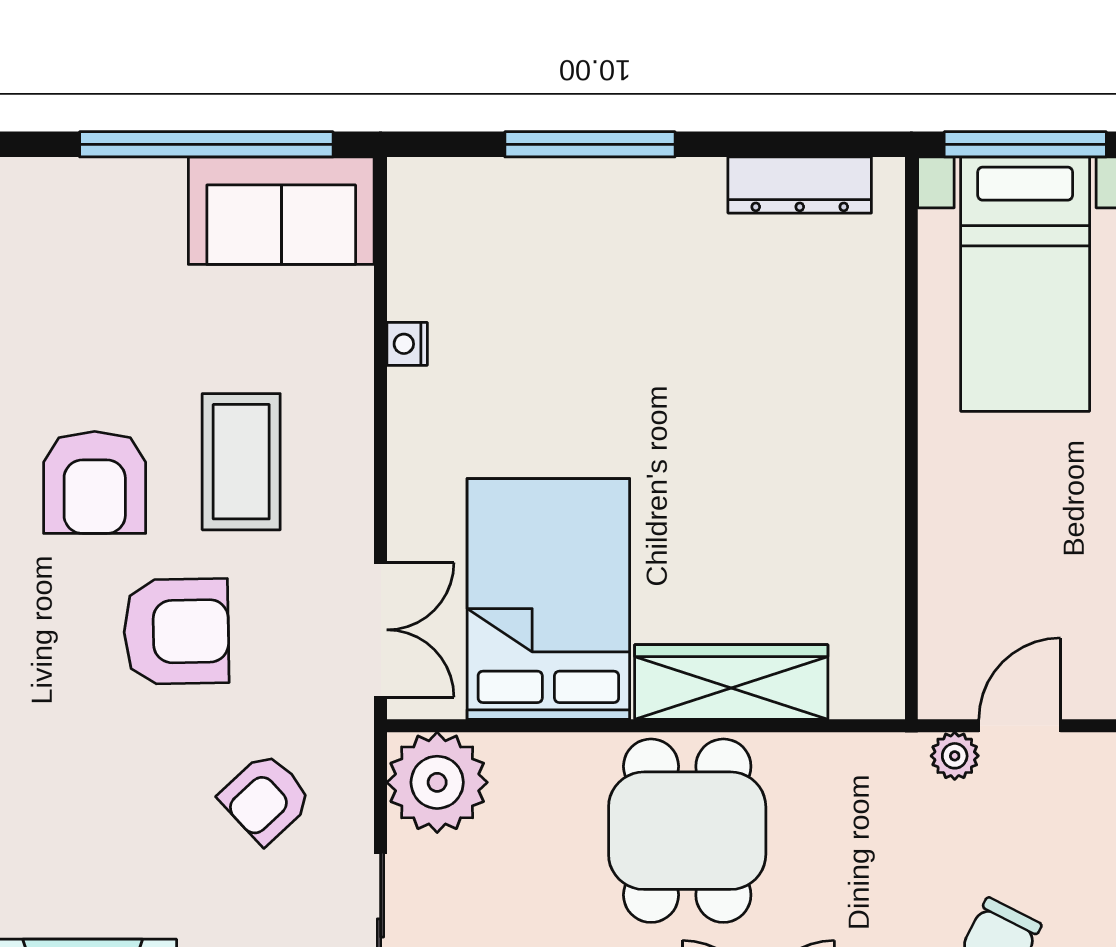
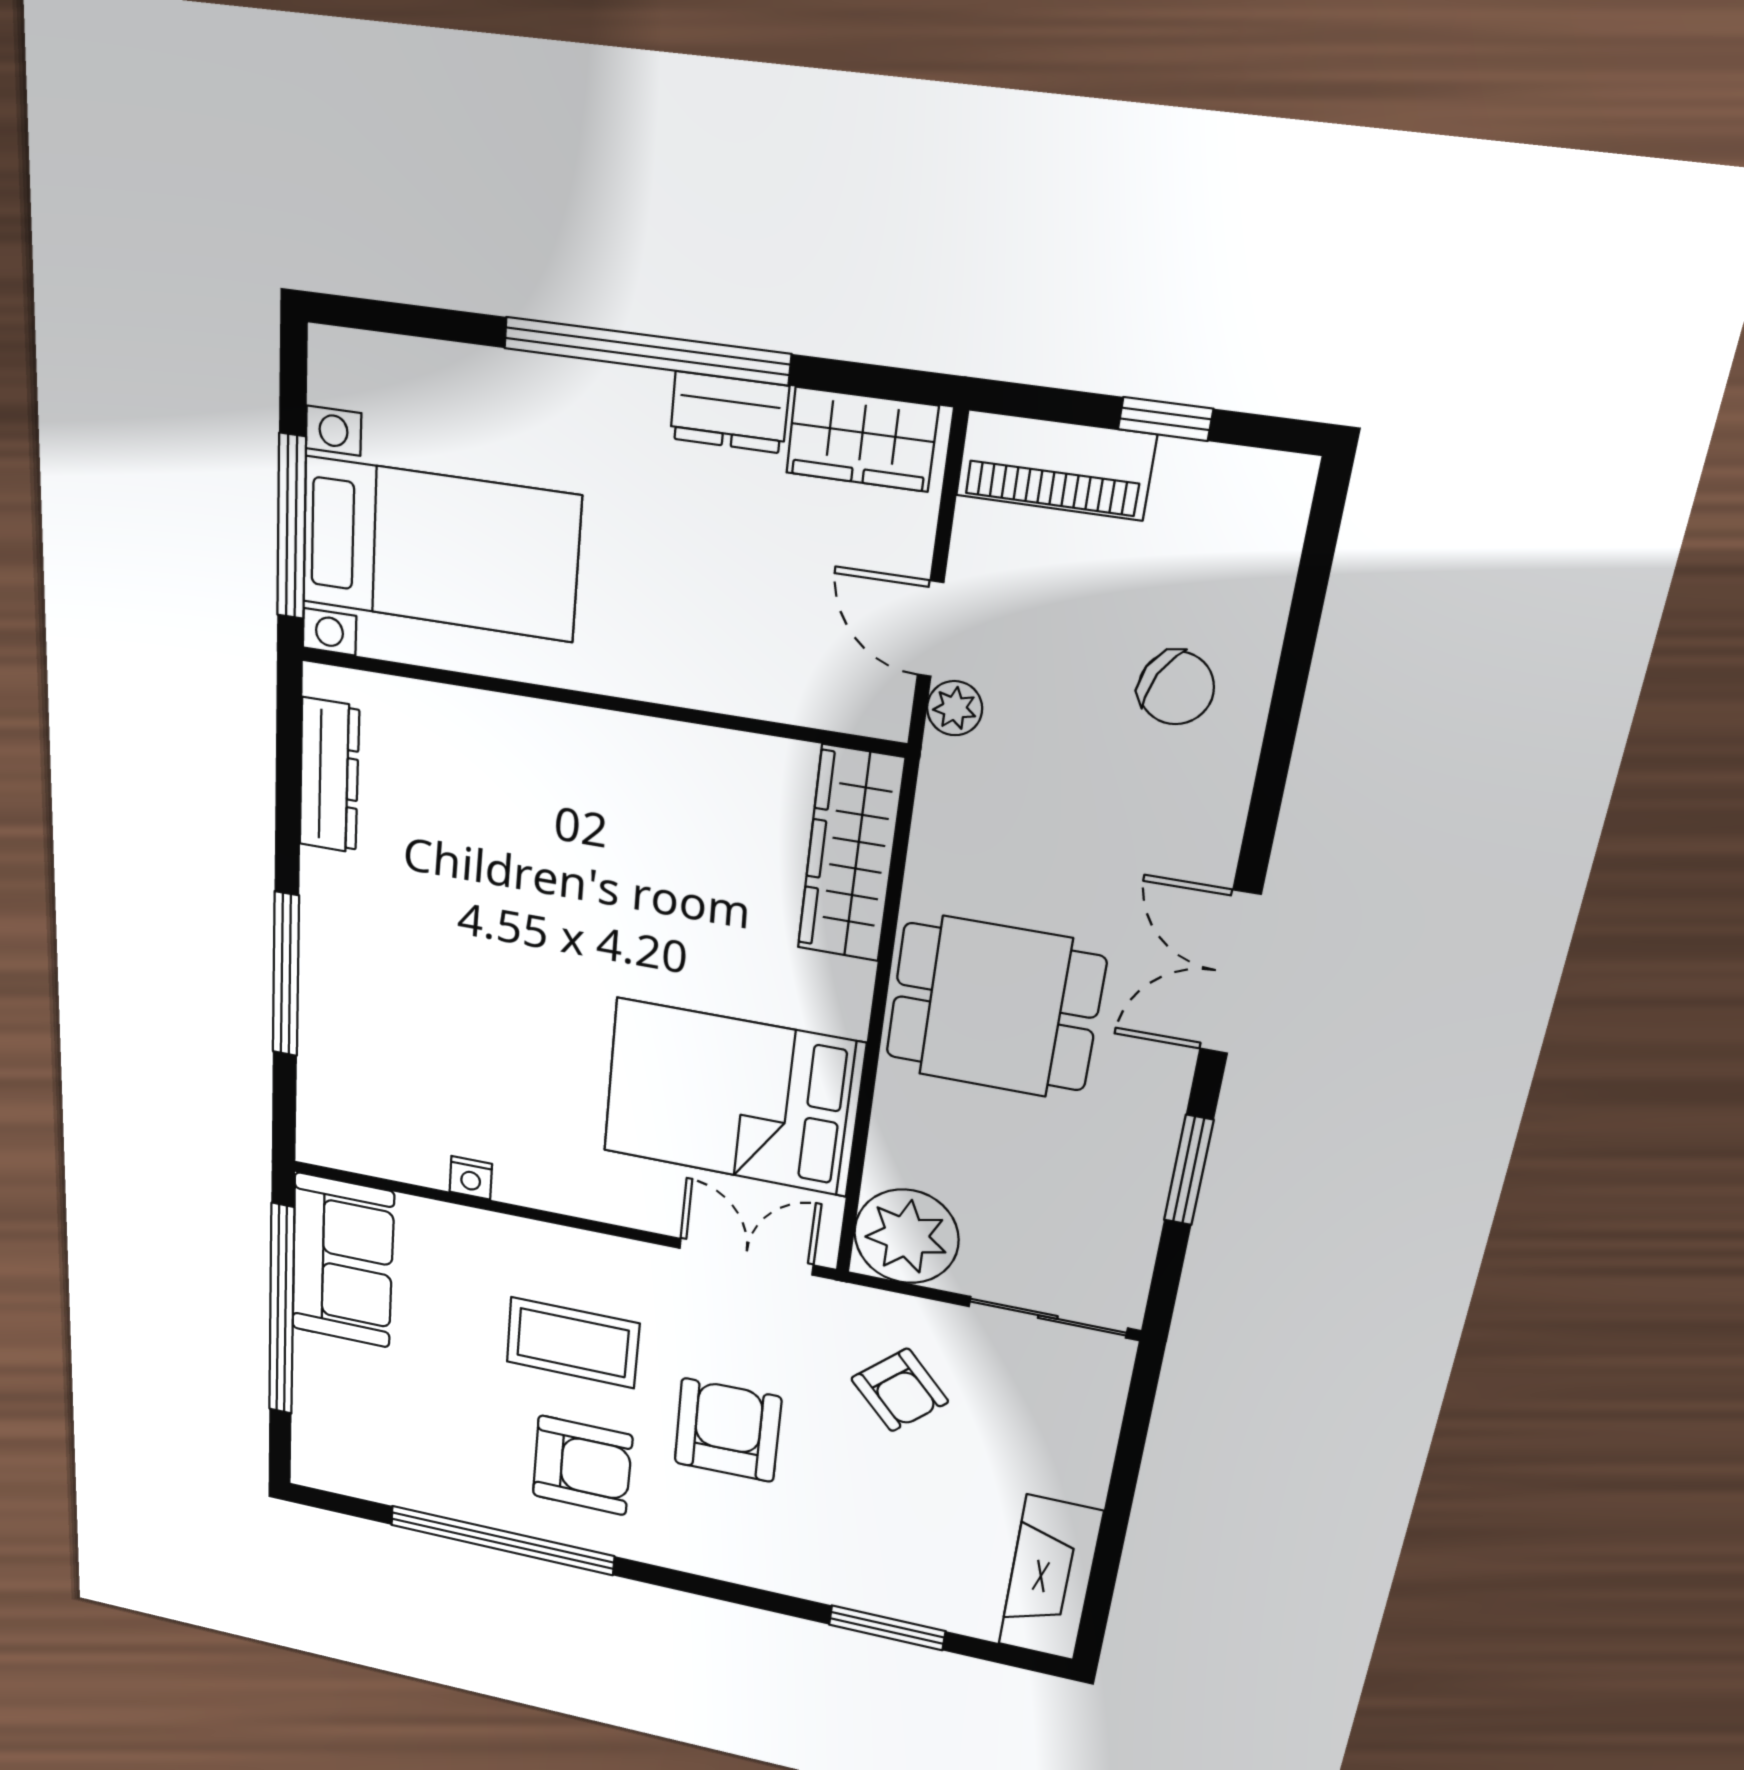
wardrobe: (731, 682) -> (851, 854), moved

